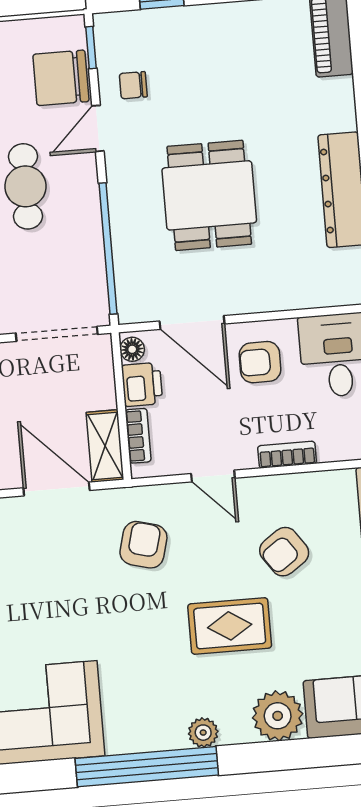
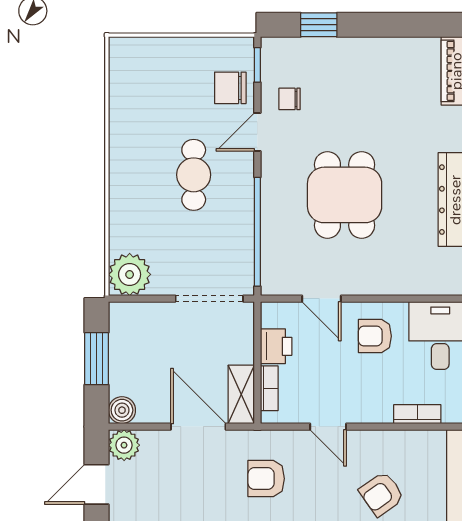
chair: (61, 78) -> (230, 88), width x0.73, depth x0.73
door: (192, 322) -> (322, 299), width x0.73
floor lamp: (132, 349) -> (270, 317), removed
bookcase: (287, 455) -> (417, 414), moved
armchair: (143, 545) -> (266, 479), turned -105

